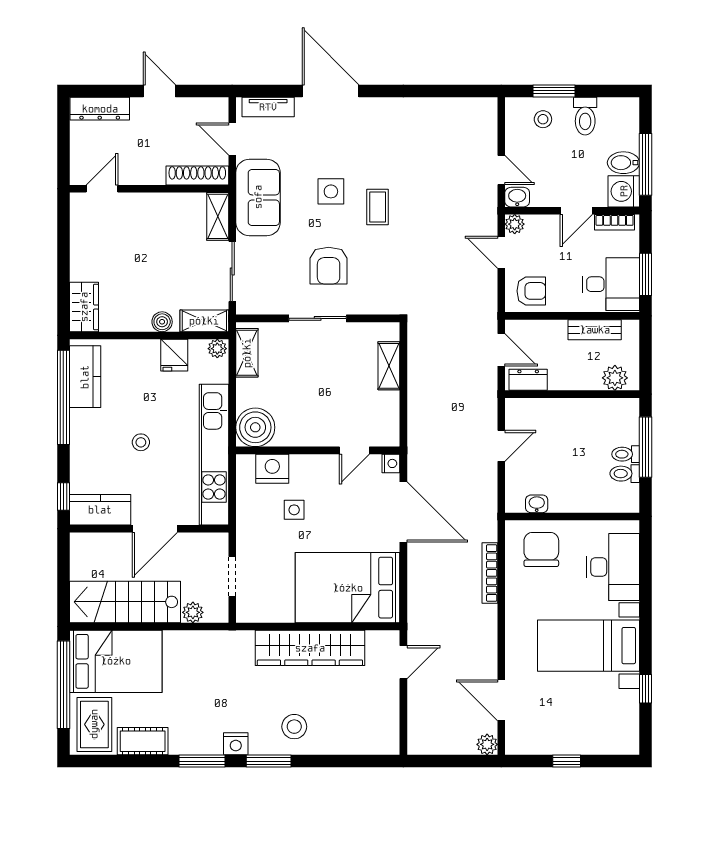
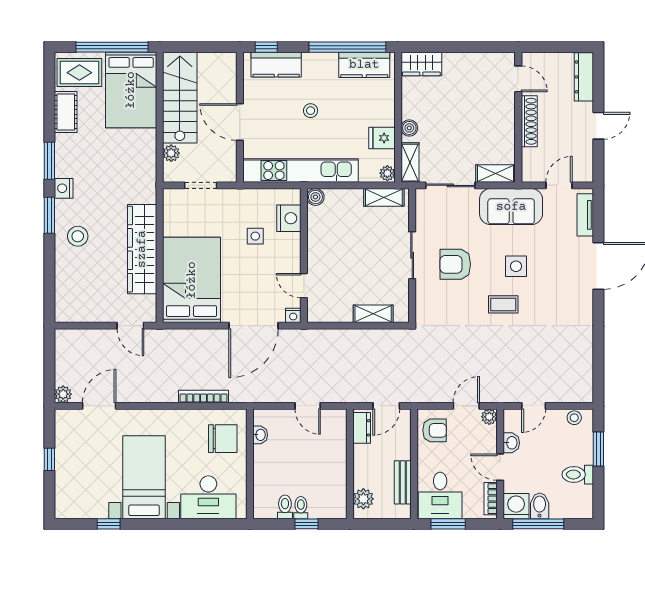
stool: (543, 119) -> (574, 418), moved
shoe rack: (197, 175) -> (529, 121), moved
washbasin: (517, 197) -> (511, 443), moved
armchair: (531, 291) -> (435, 430), turned -90
boiler: (255, 427) -> (315, 197), width x0.54, depth x0.54
window: (646, 447) -> (307, 524), width x0.46
kitchen counter: (100, 510) -> (276, 65), moved, turned 90

